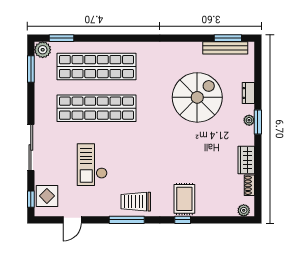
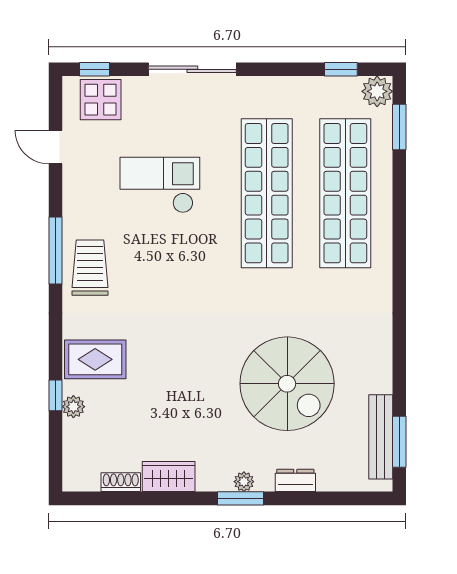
window: (31, 69) -> (341, 69), width x0.67
plant: (244, 210) -> (73, 407), moved
window: (183, 220) -> (56, 395), moved

